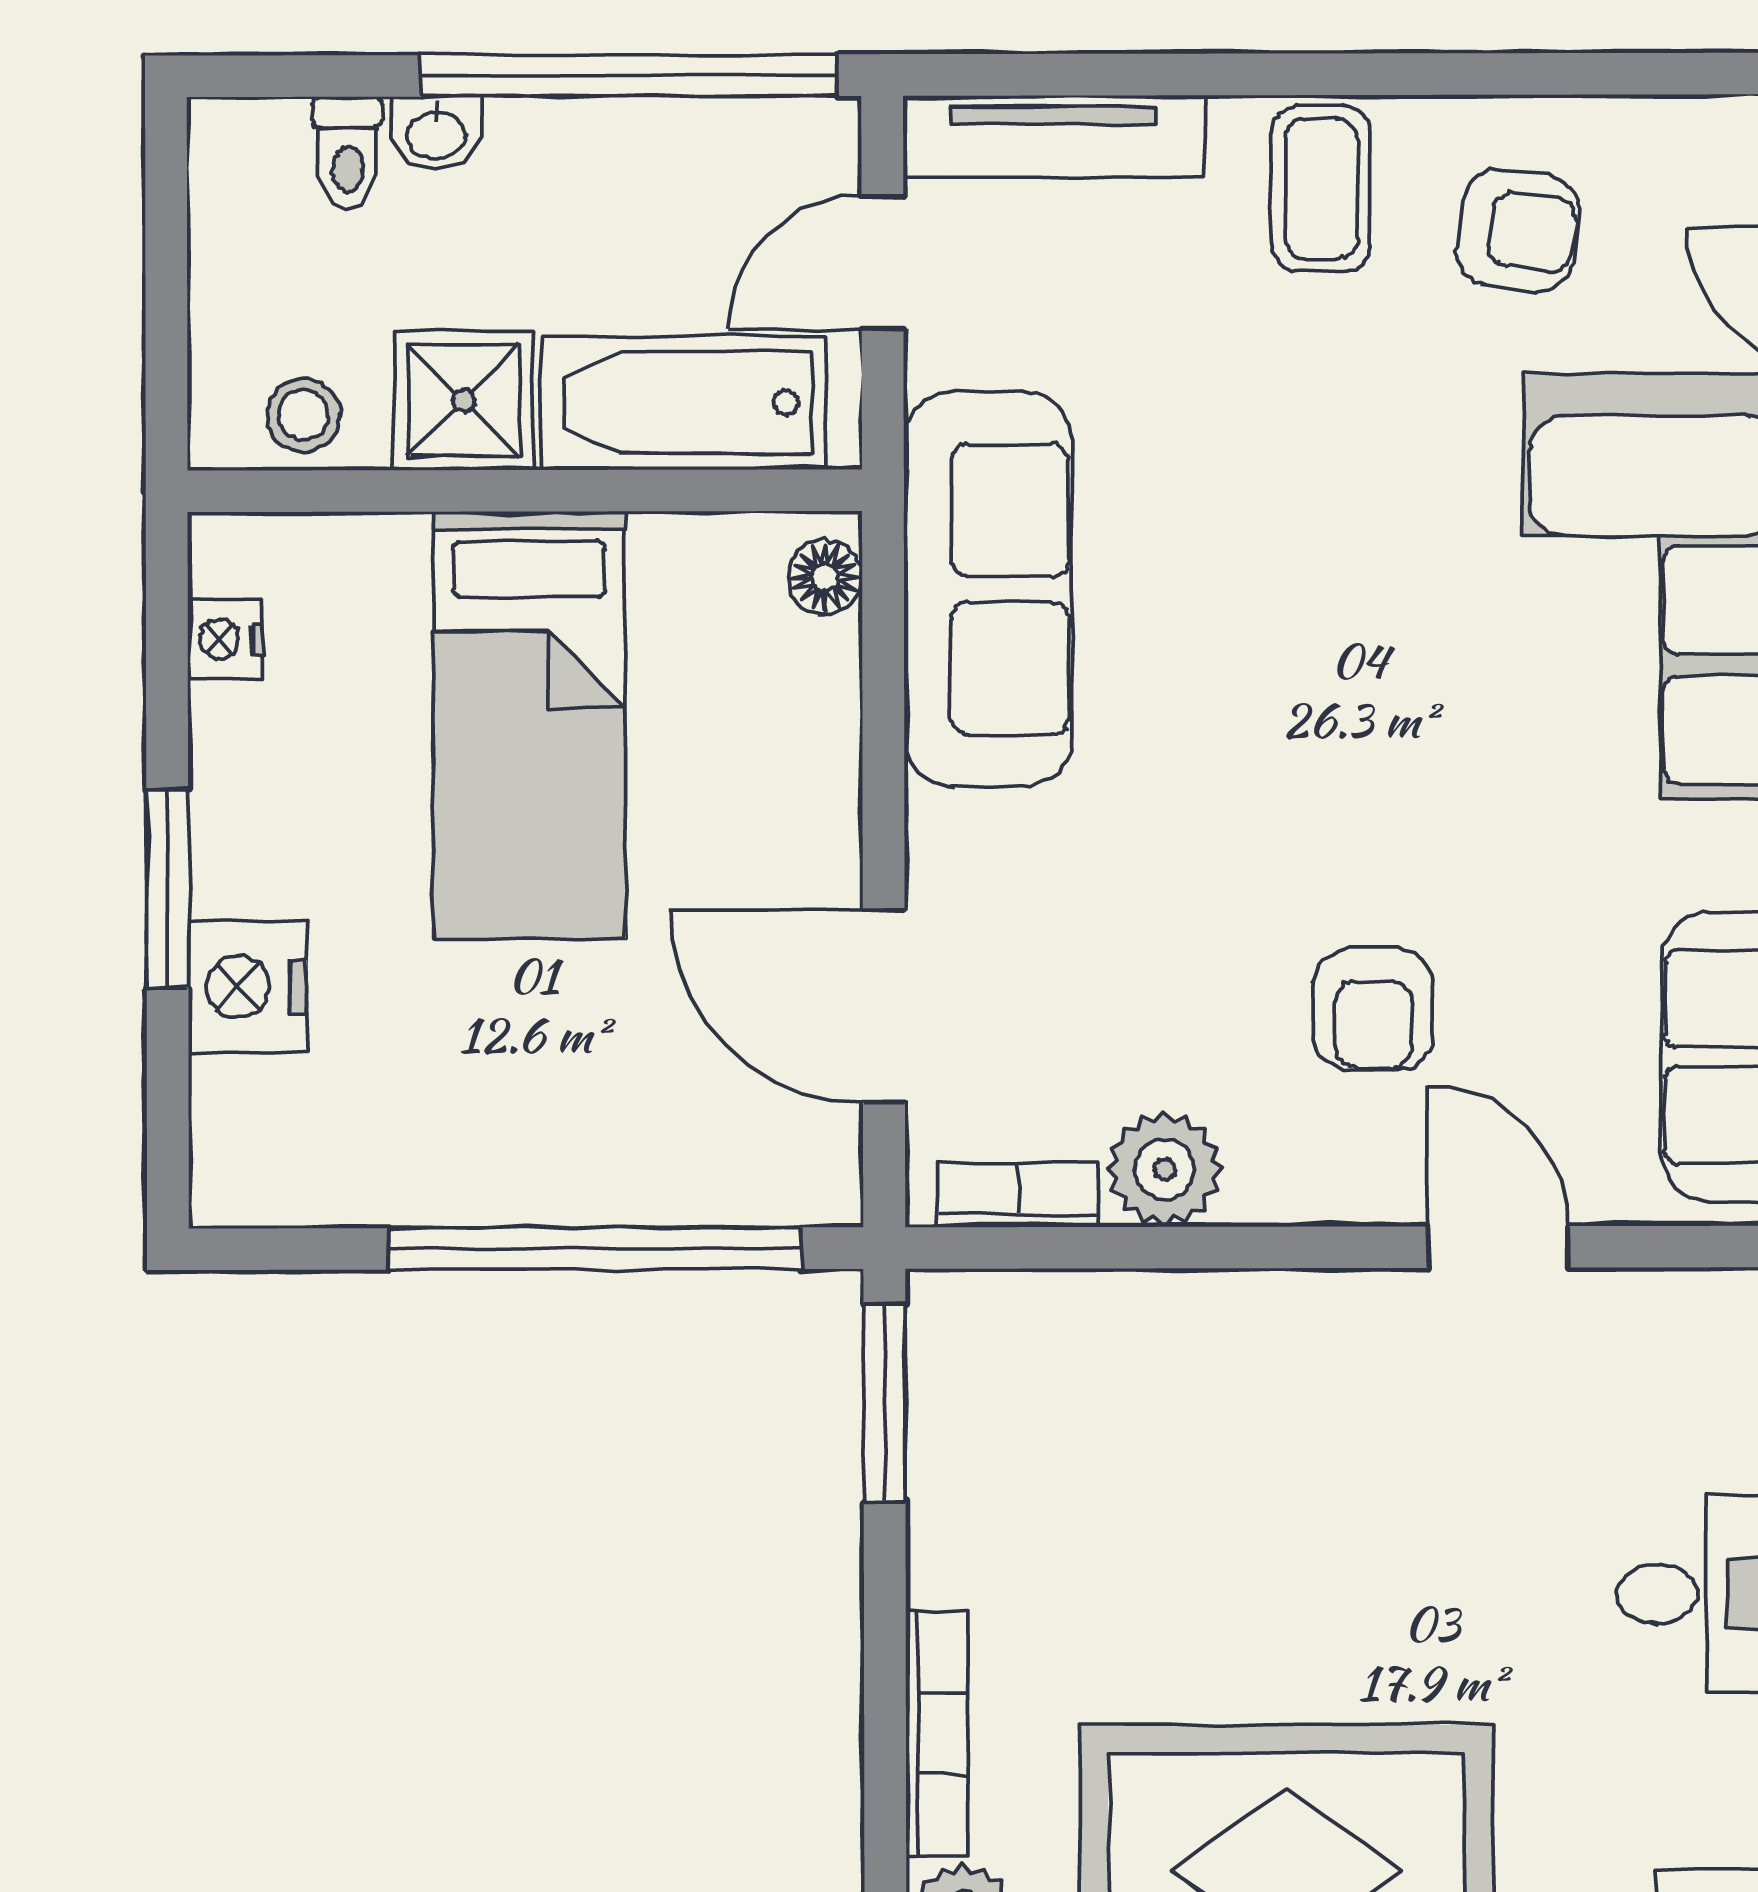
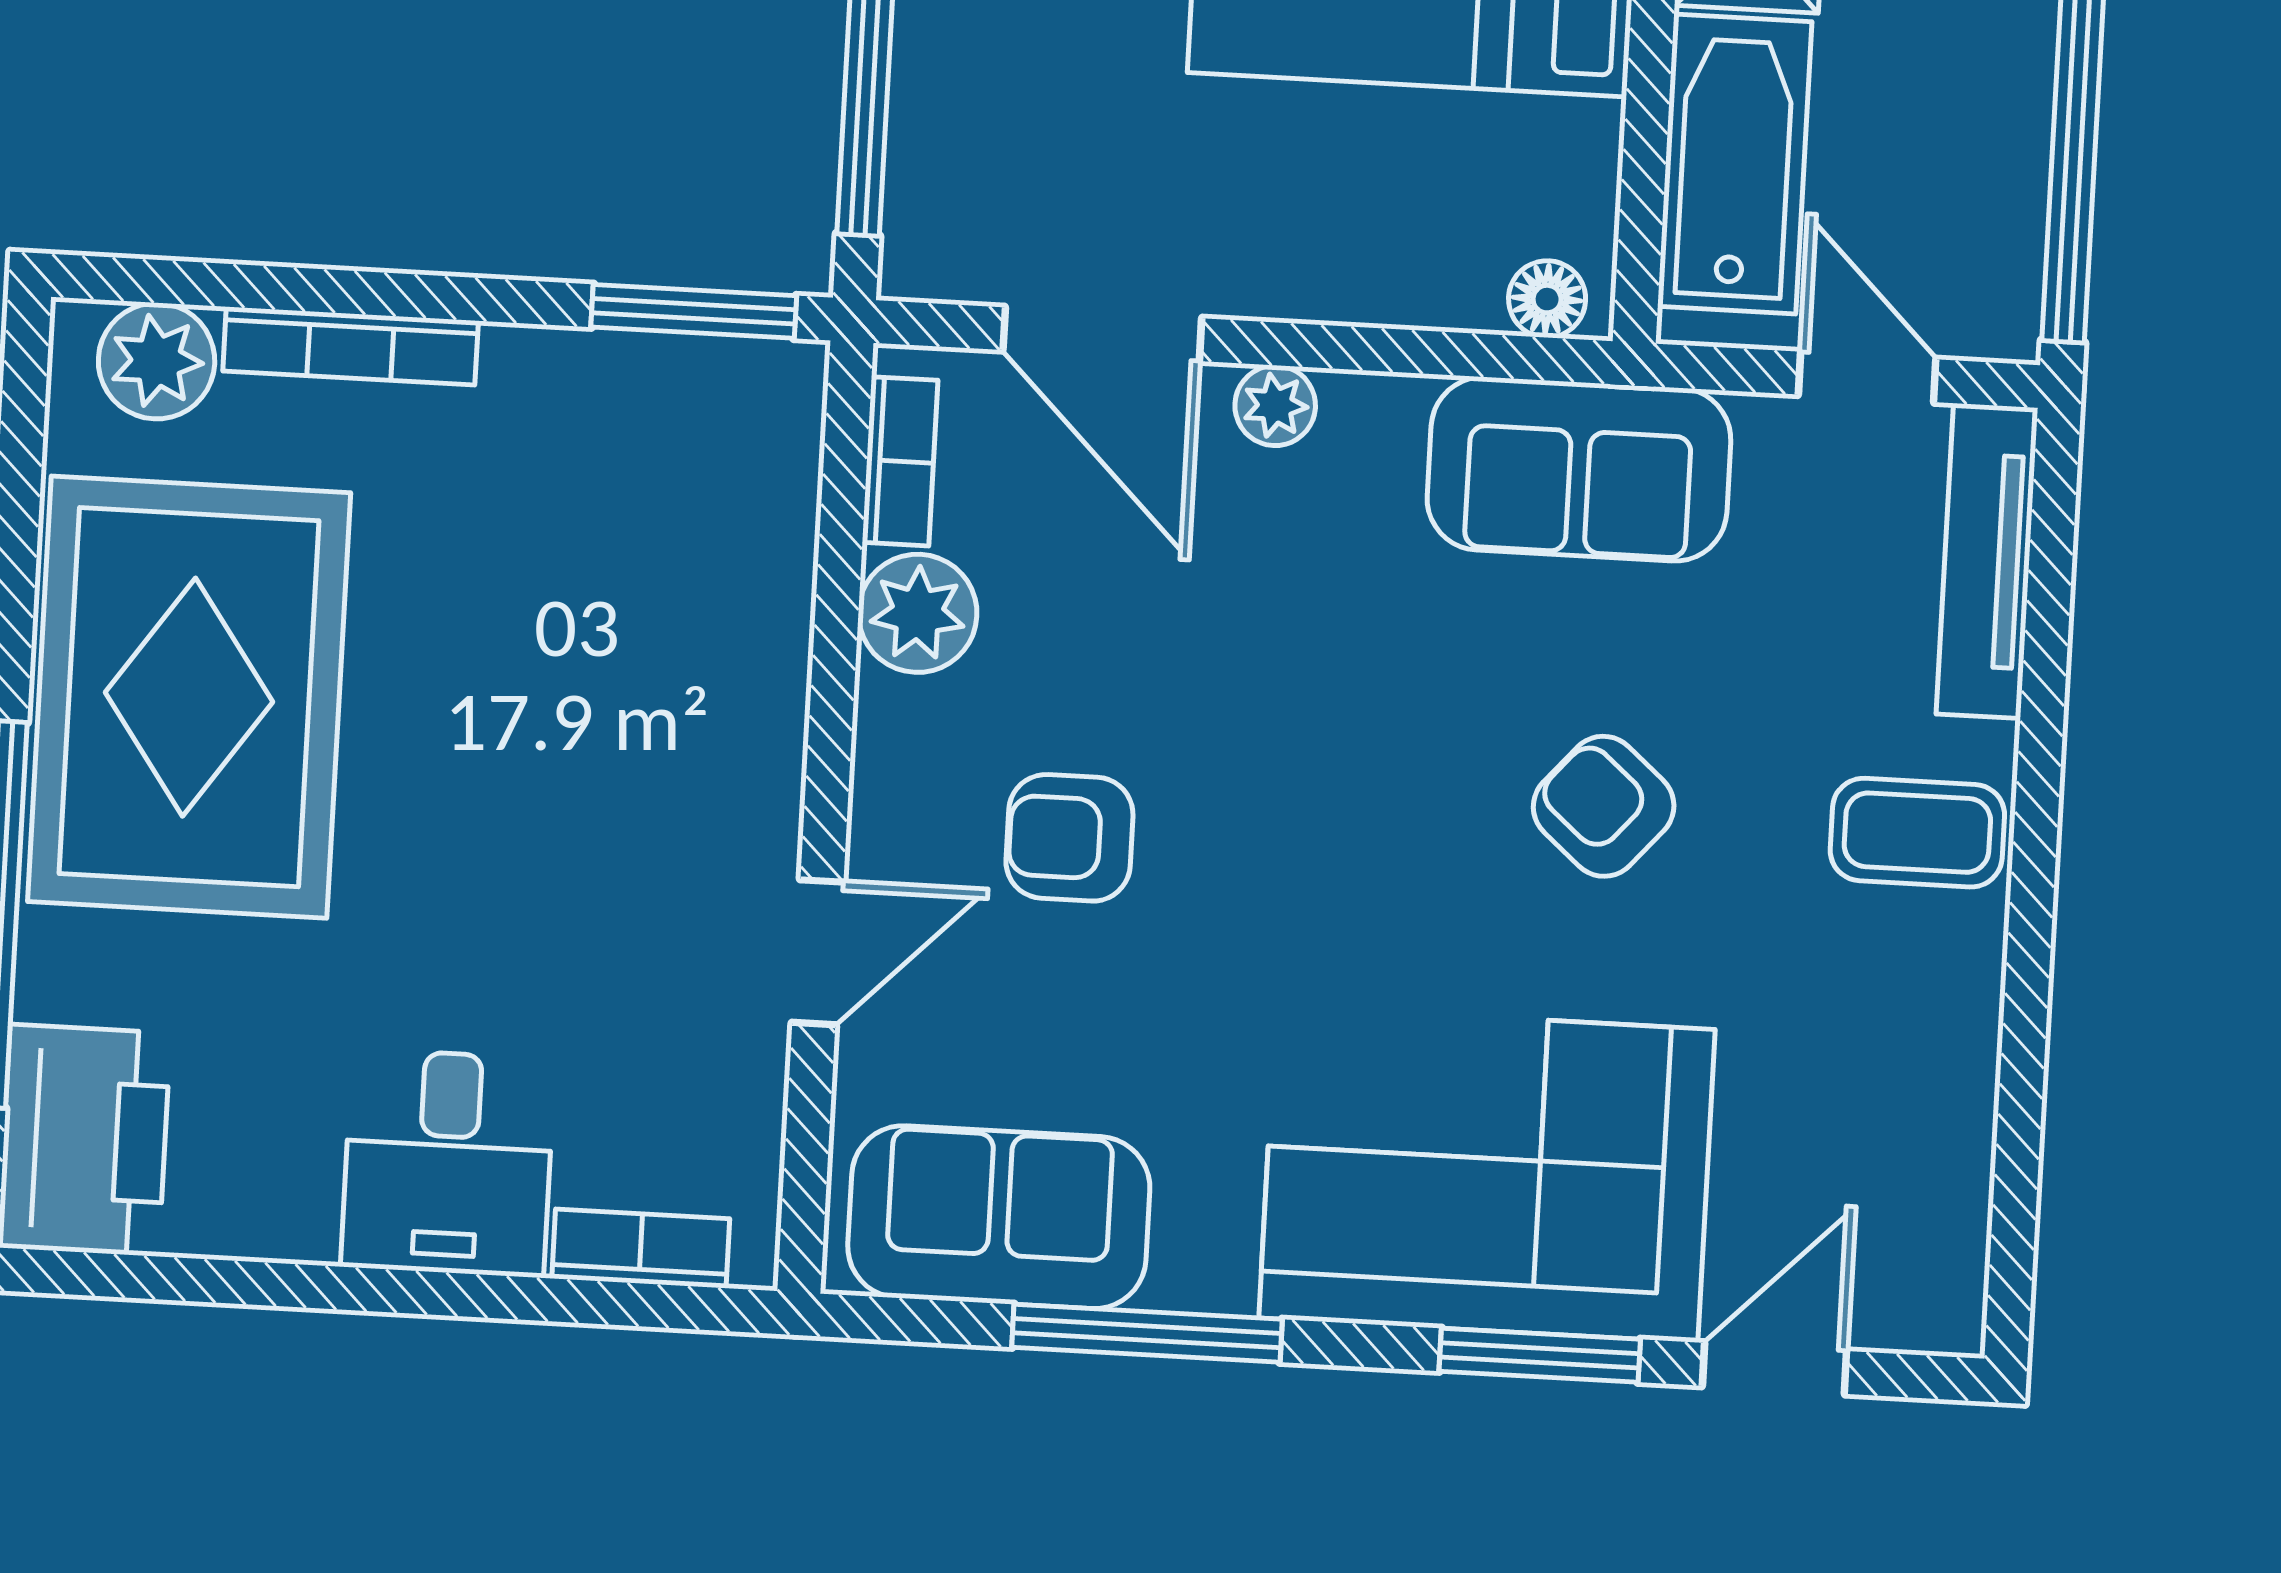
armchair: (1518, 230) -> (1604, 806), moved, turned 123
sofa: (988, 589) -> (1579, 469), width x0.73
plant: (943, 834) -> (1275, 406), added
door: (884, 1006) -> (1102, 334), swing flipped

